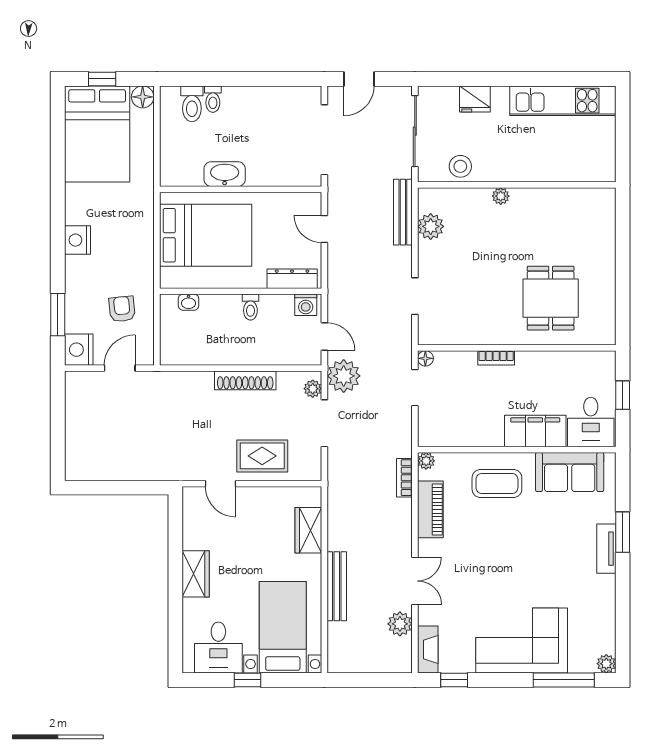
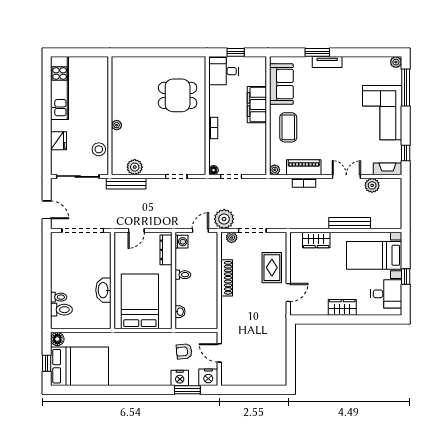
nightstand: (78, 240) -> (180, 378), moved
desk: (591, 422) -> (224, 71), moved, turned 180
bookcase: (404, 478) -> (304, 183), moved

